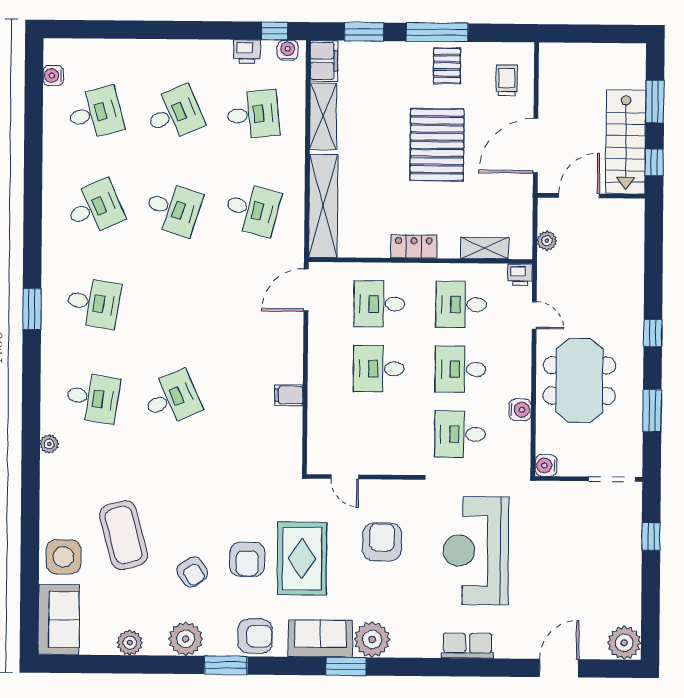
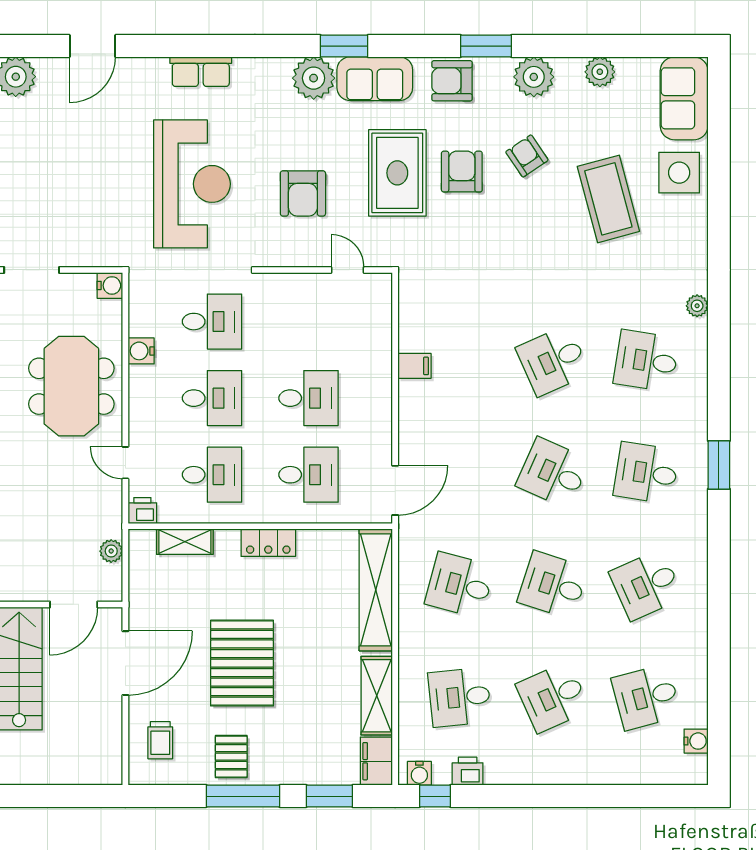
desk: (172, 304) -> (553, 473), added

